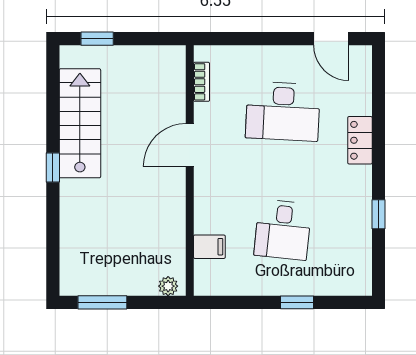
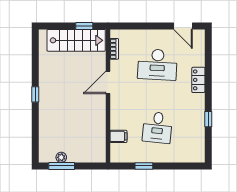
window: (97, 39) -> (84, 26), moved
stairs: (80, 123) -> (76, 40), moved, turned 90
plant: (168, 286) -> (61, 157), moved
window: (297, 302) -> (144, 166), moved

